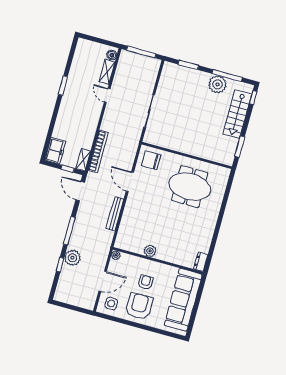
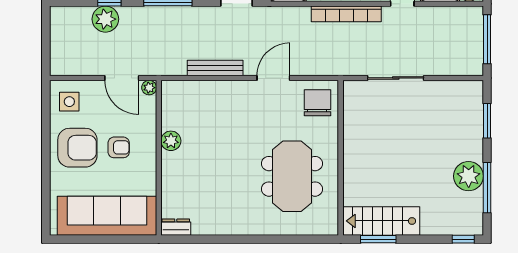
stairs: (237, 114) -> (381, 221), moved
bookcase: (98, 151) -> (346, 14), moved
plant: (72, 258) -> (105, 19), moved
door: (103, 281) -> (122, 78), moved

